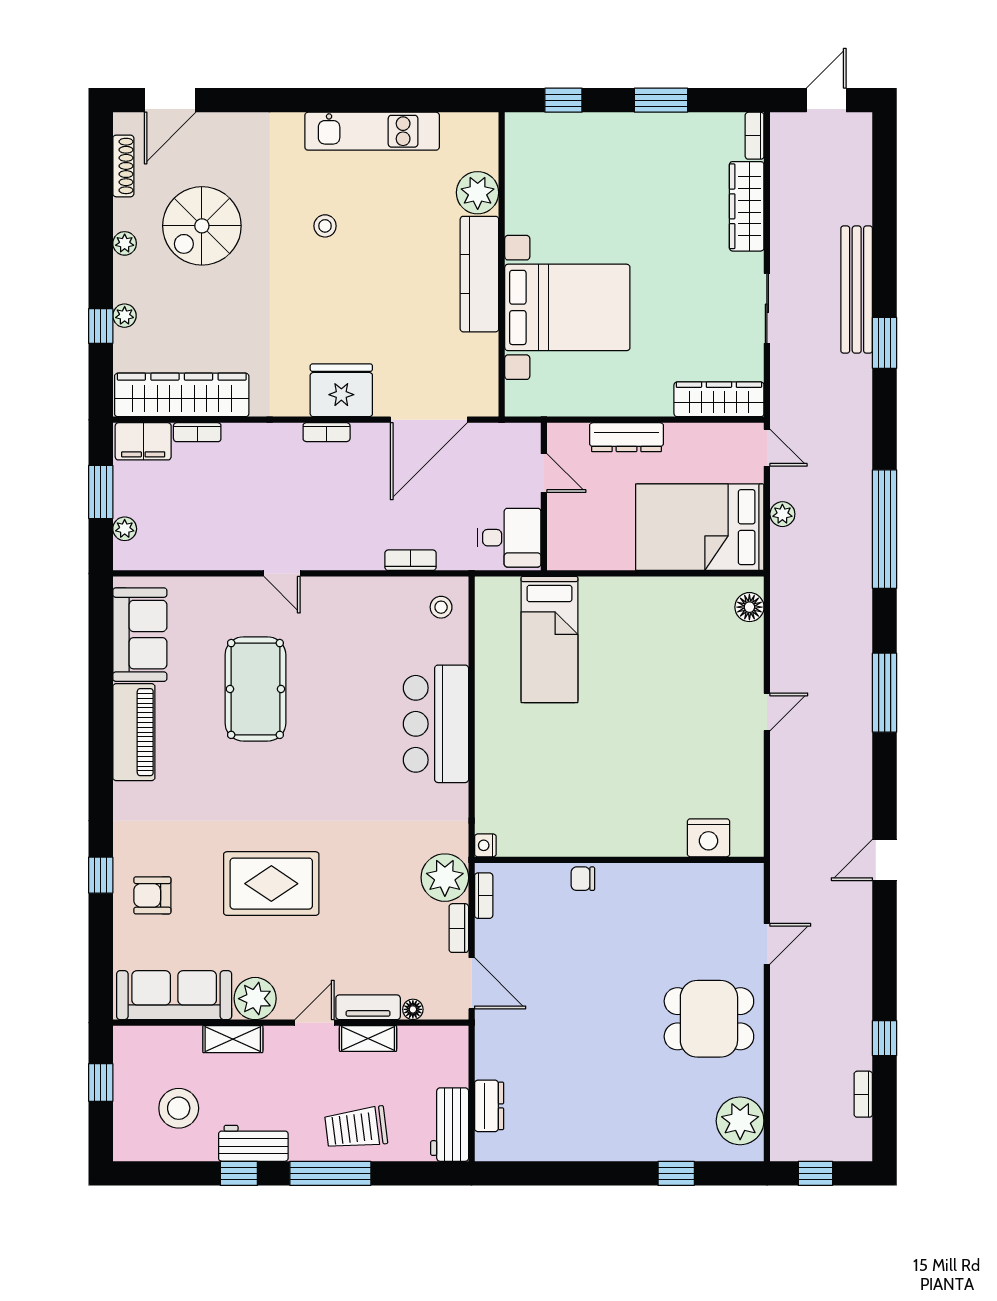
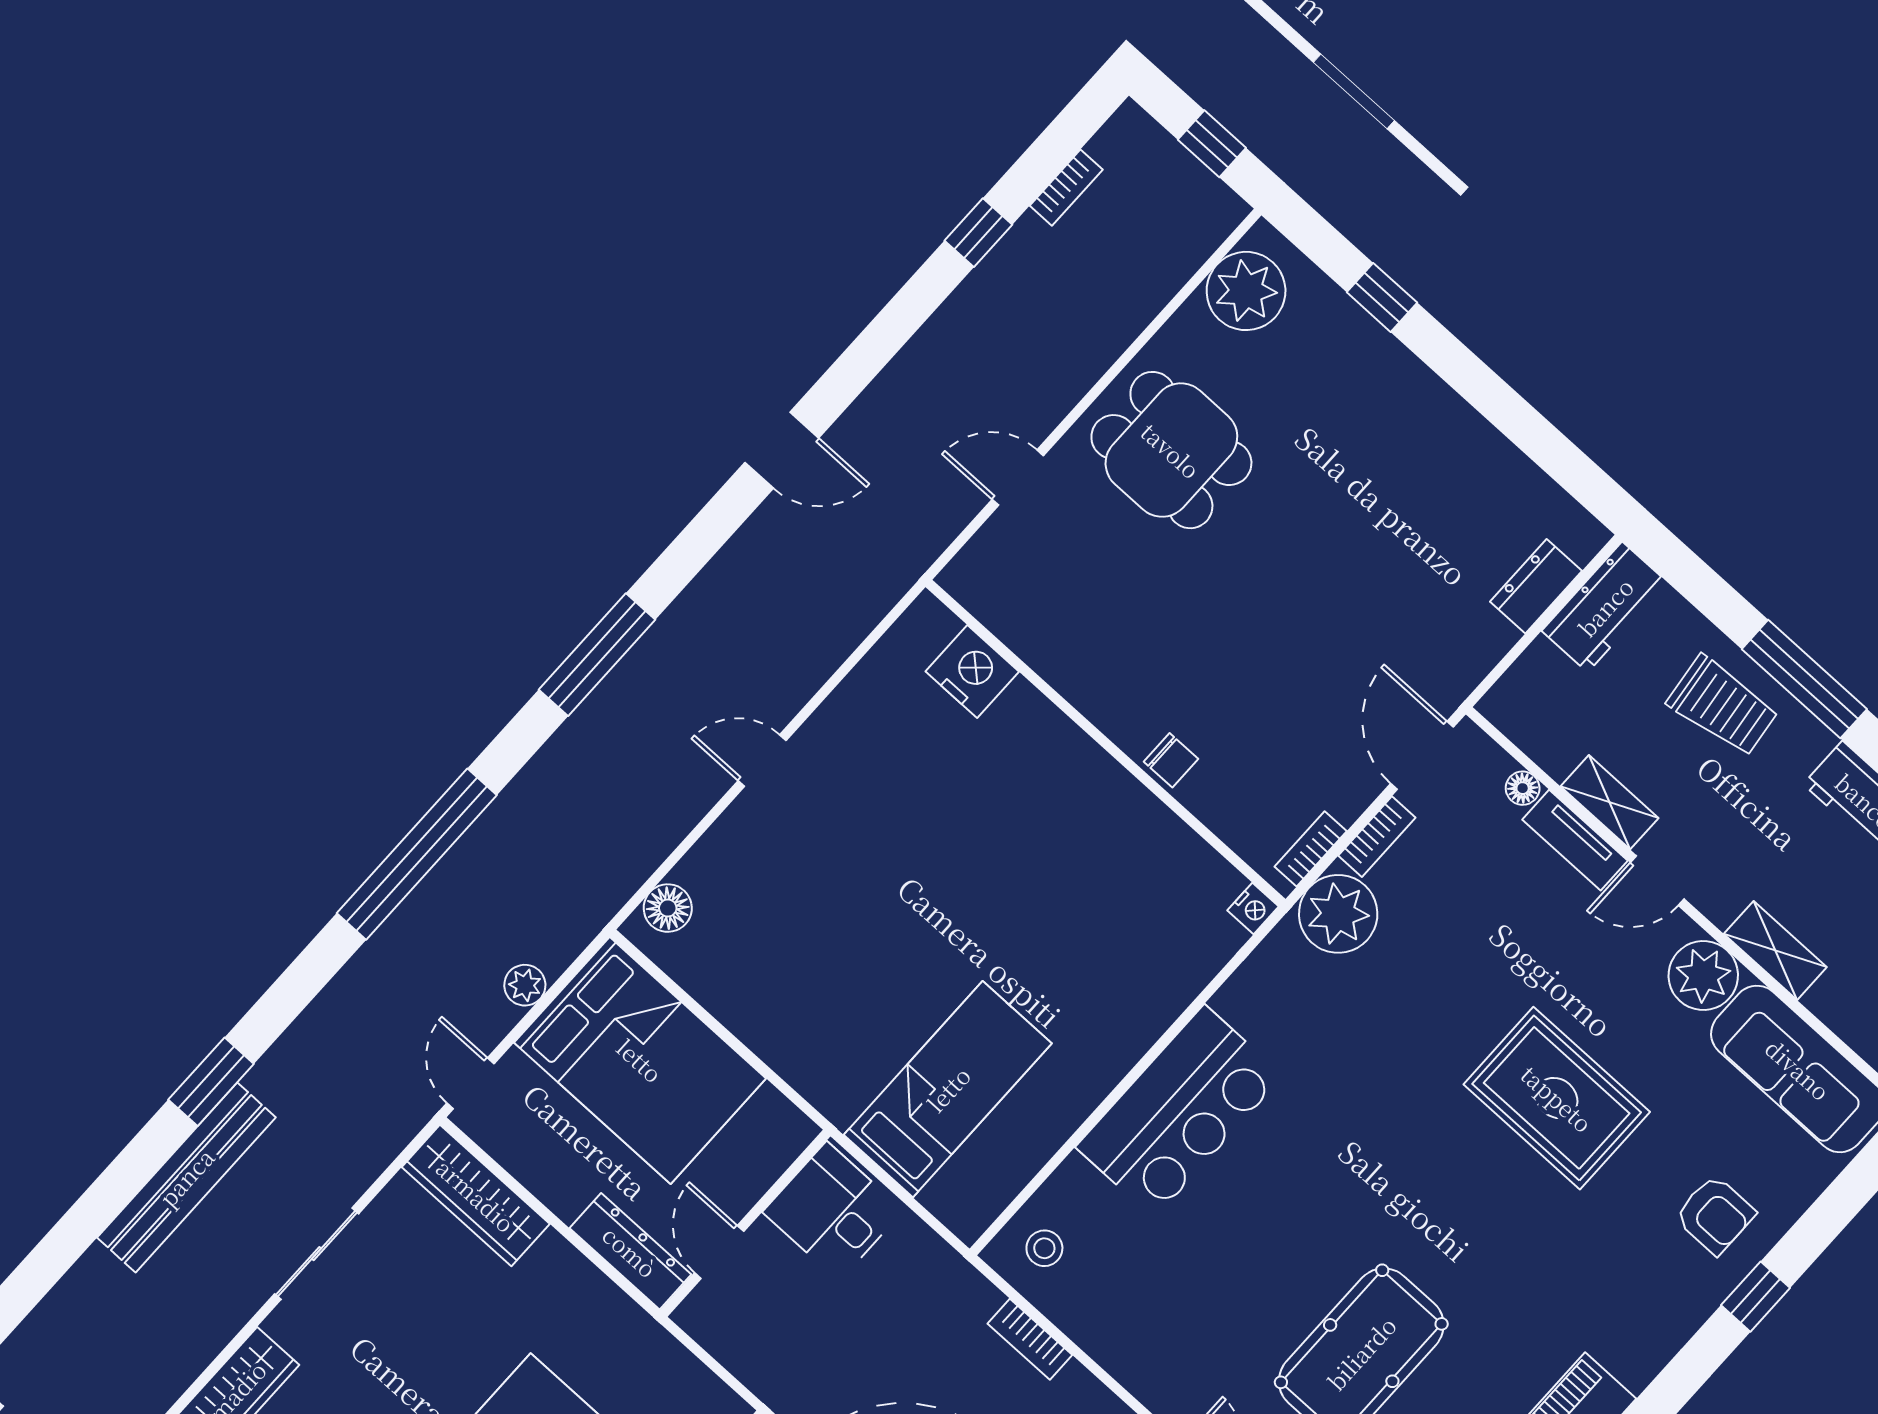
door: (544, 473) -> (719, 1252), moved
wall: (544, 497) -> (745, 1223), moved
desk: (509, 538) -> (833, 1211), moved

